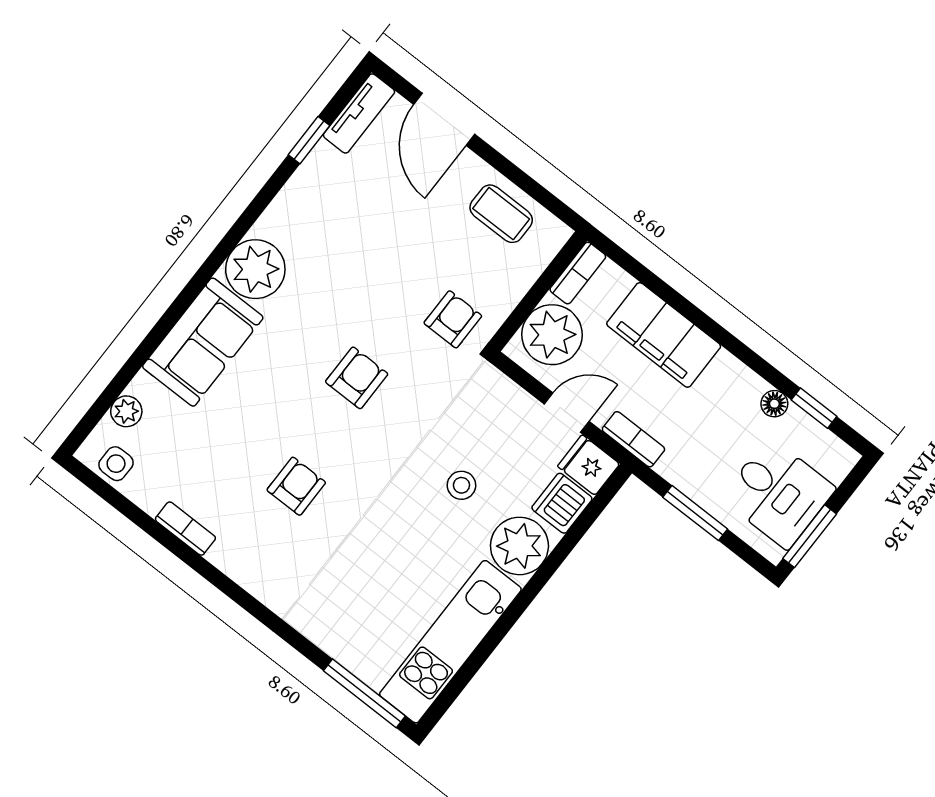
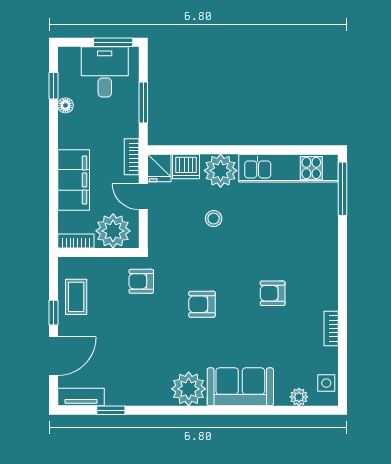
window: (504, 166) -> (53, 313), added

